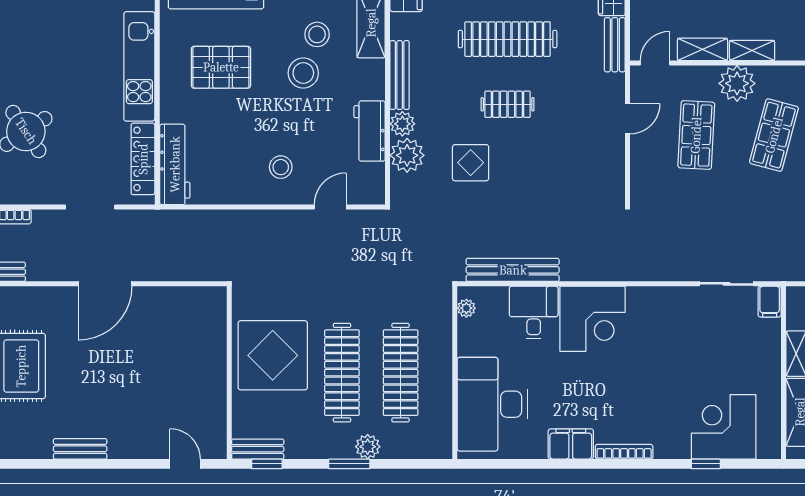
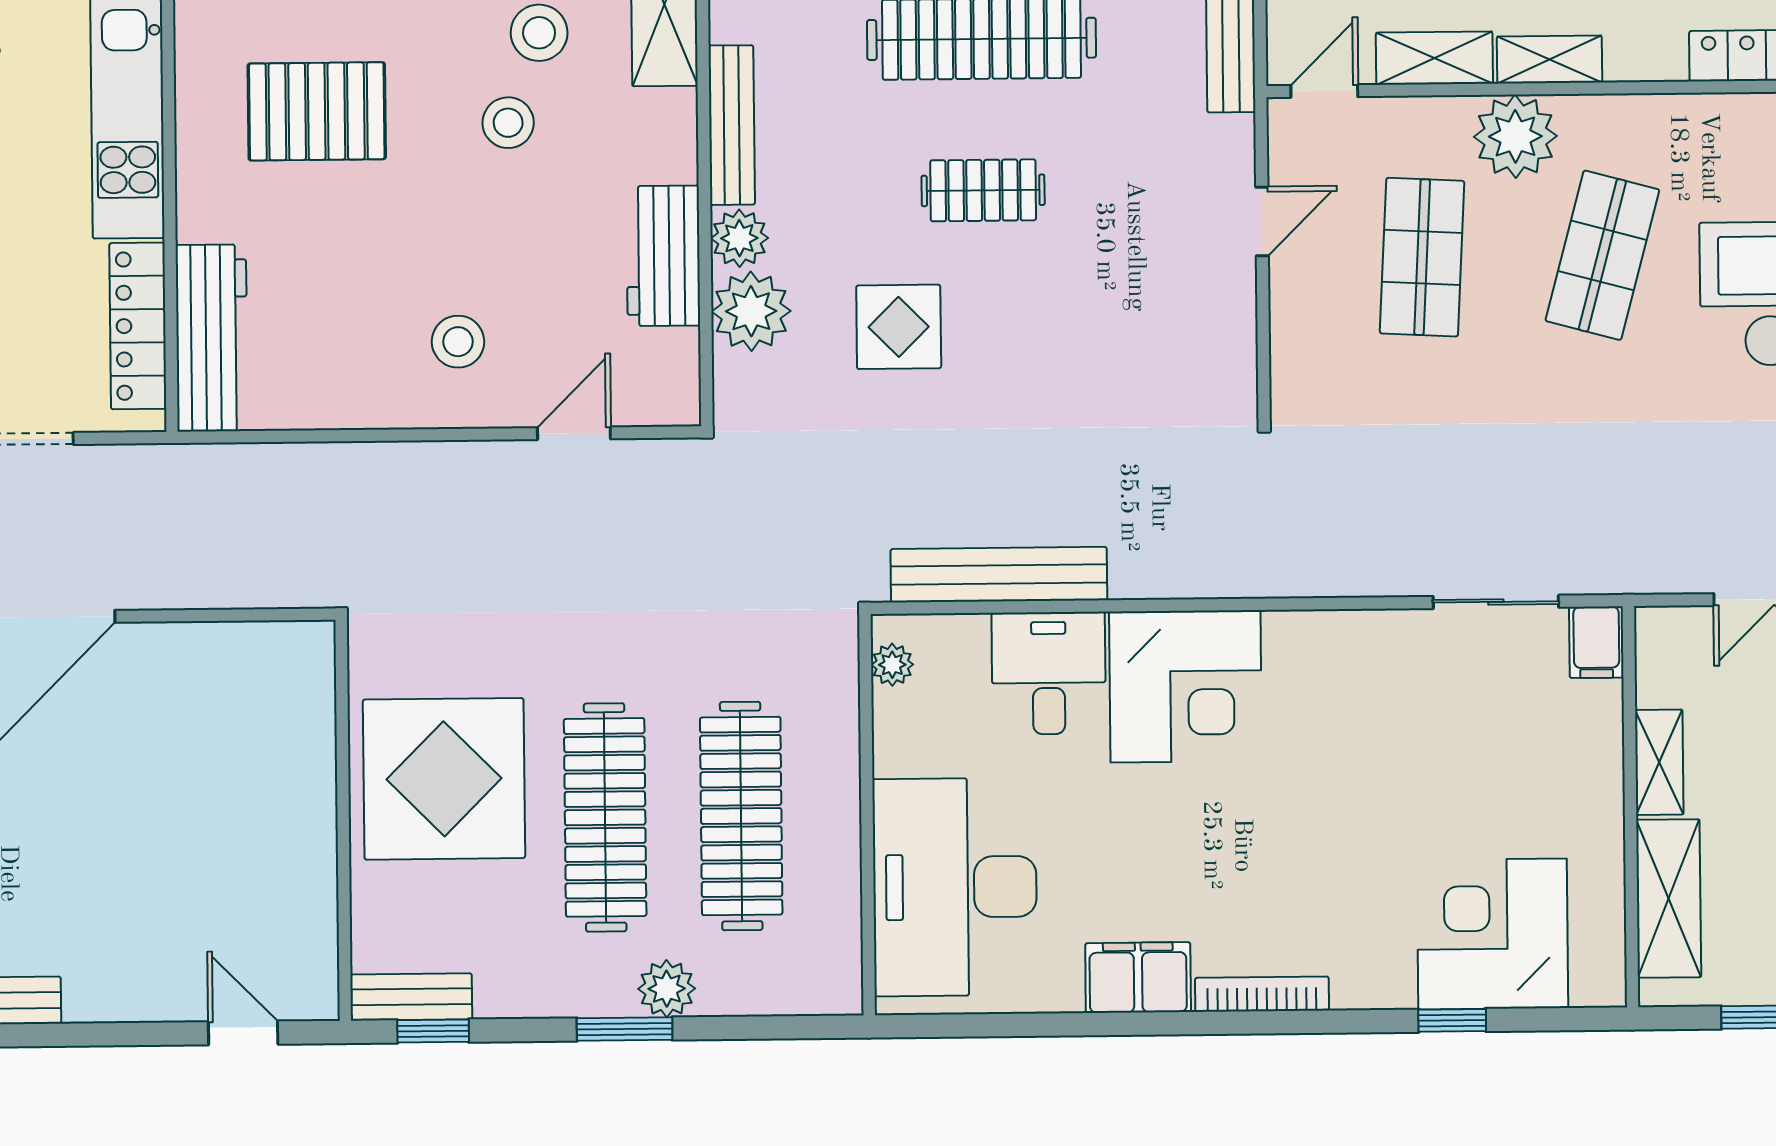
stool: (303, 73) -> (508, 123), width x0.73, depth x0.73

